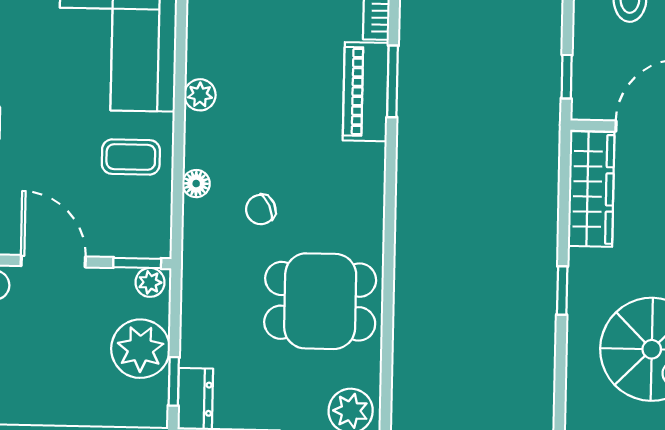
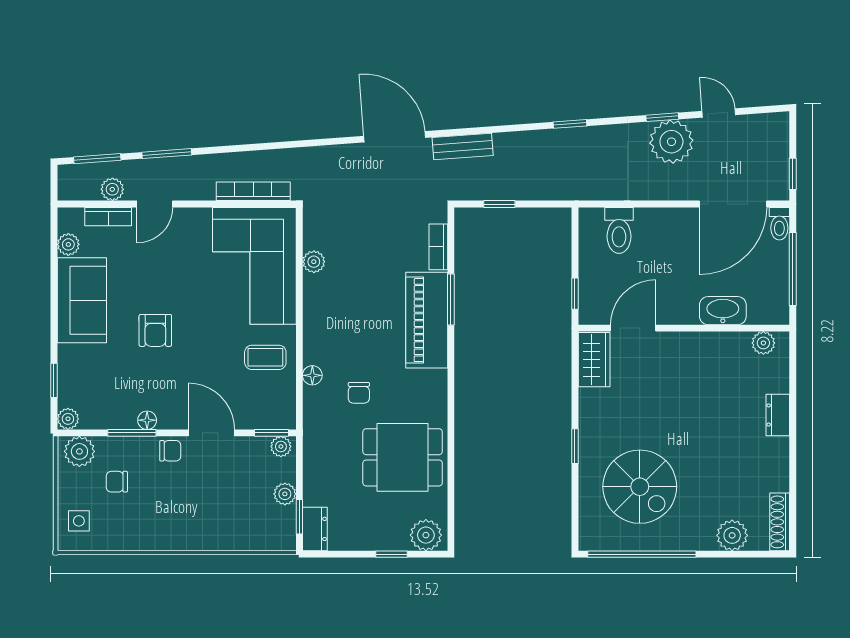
piano: (366, 92) -> (427, 320), width x1.37, depth x1.33
plant: (200, 95) -> (314, 262), moved
wardrobe: (591, 189) -> (594, 360), width x0.67
chair: (261, 209) -> (359, 393), turned -65
plant: (140, 349) -> (285, 494), width x0.53, depth x0.53

